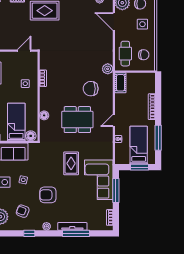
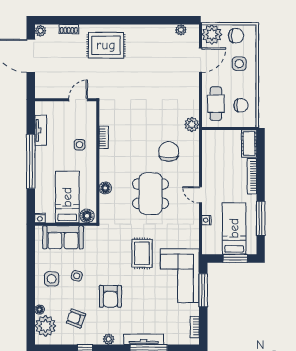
door: (114, 22) -> (200, 60), swing flipped
cot: (120, 83) -> (249, 144), moved
chair: (91, 89) -> (169, 152), turned 90
dining table: (77, 120) -> (150, 194), turned 90
door: (114, 120) -> (200, 195), hinge flipped
armchair: (48, 195) -> (110, 296), turned -90

